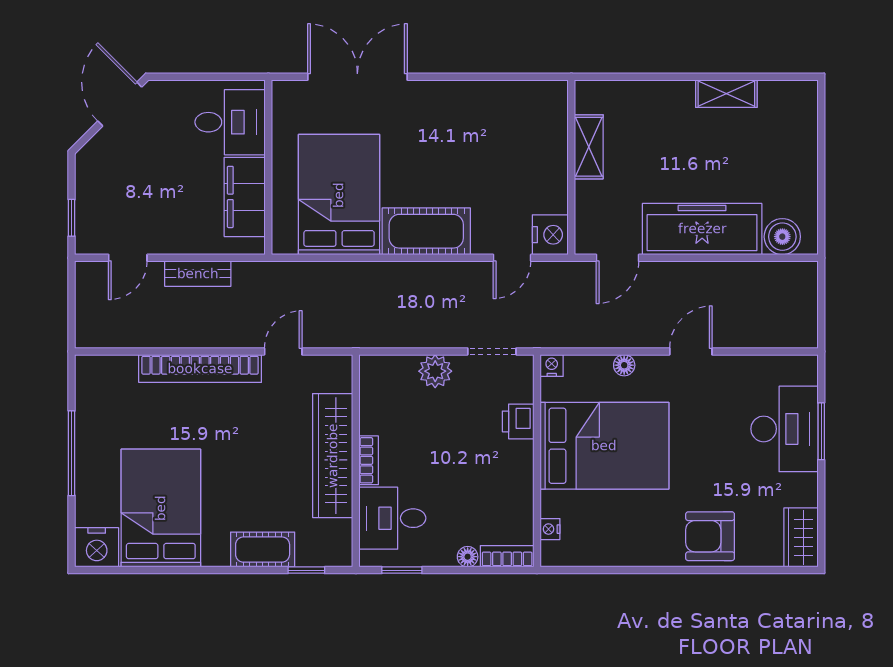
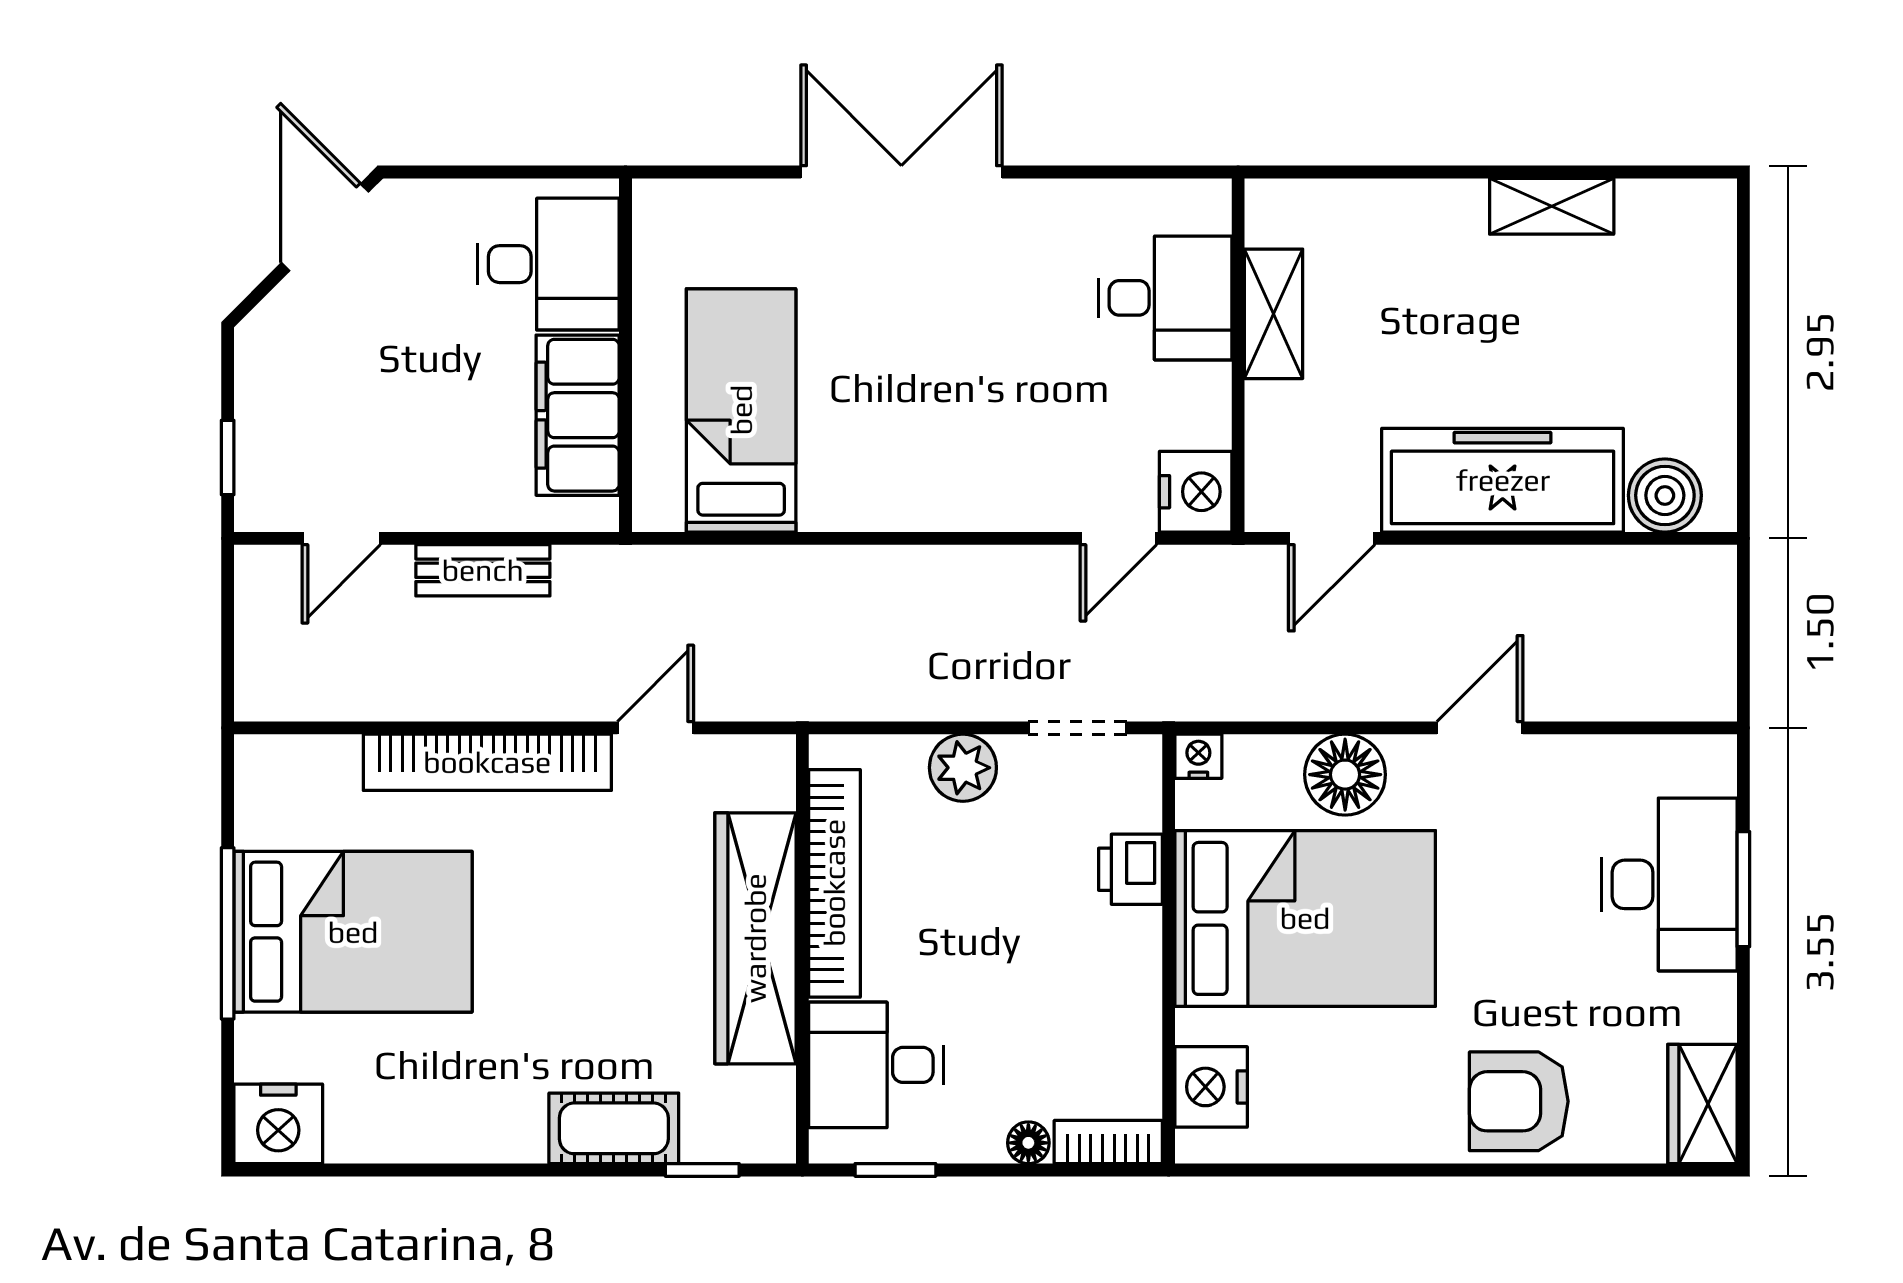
double door: (357, 77) -> (901, 172), moved
desk: (535, 139) -> (1165, 298), added
bed: (339, 195) -> (741, 410), width x0.67
cot: (426, 231) -> (945, 485), removed
floor lamp: (624, 365) -> (1345, 775), width x1.89, depth x1.89
bookcase: (369, 460) -> (834, 883), width x2.31, depth x1.31
bed: (161, 508) -> (353, 932), moved, turned 90
nightstand: (550, 529) -> (1211, 1087), width x1.89, depth x1.79

